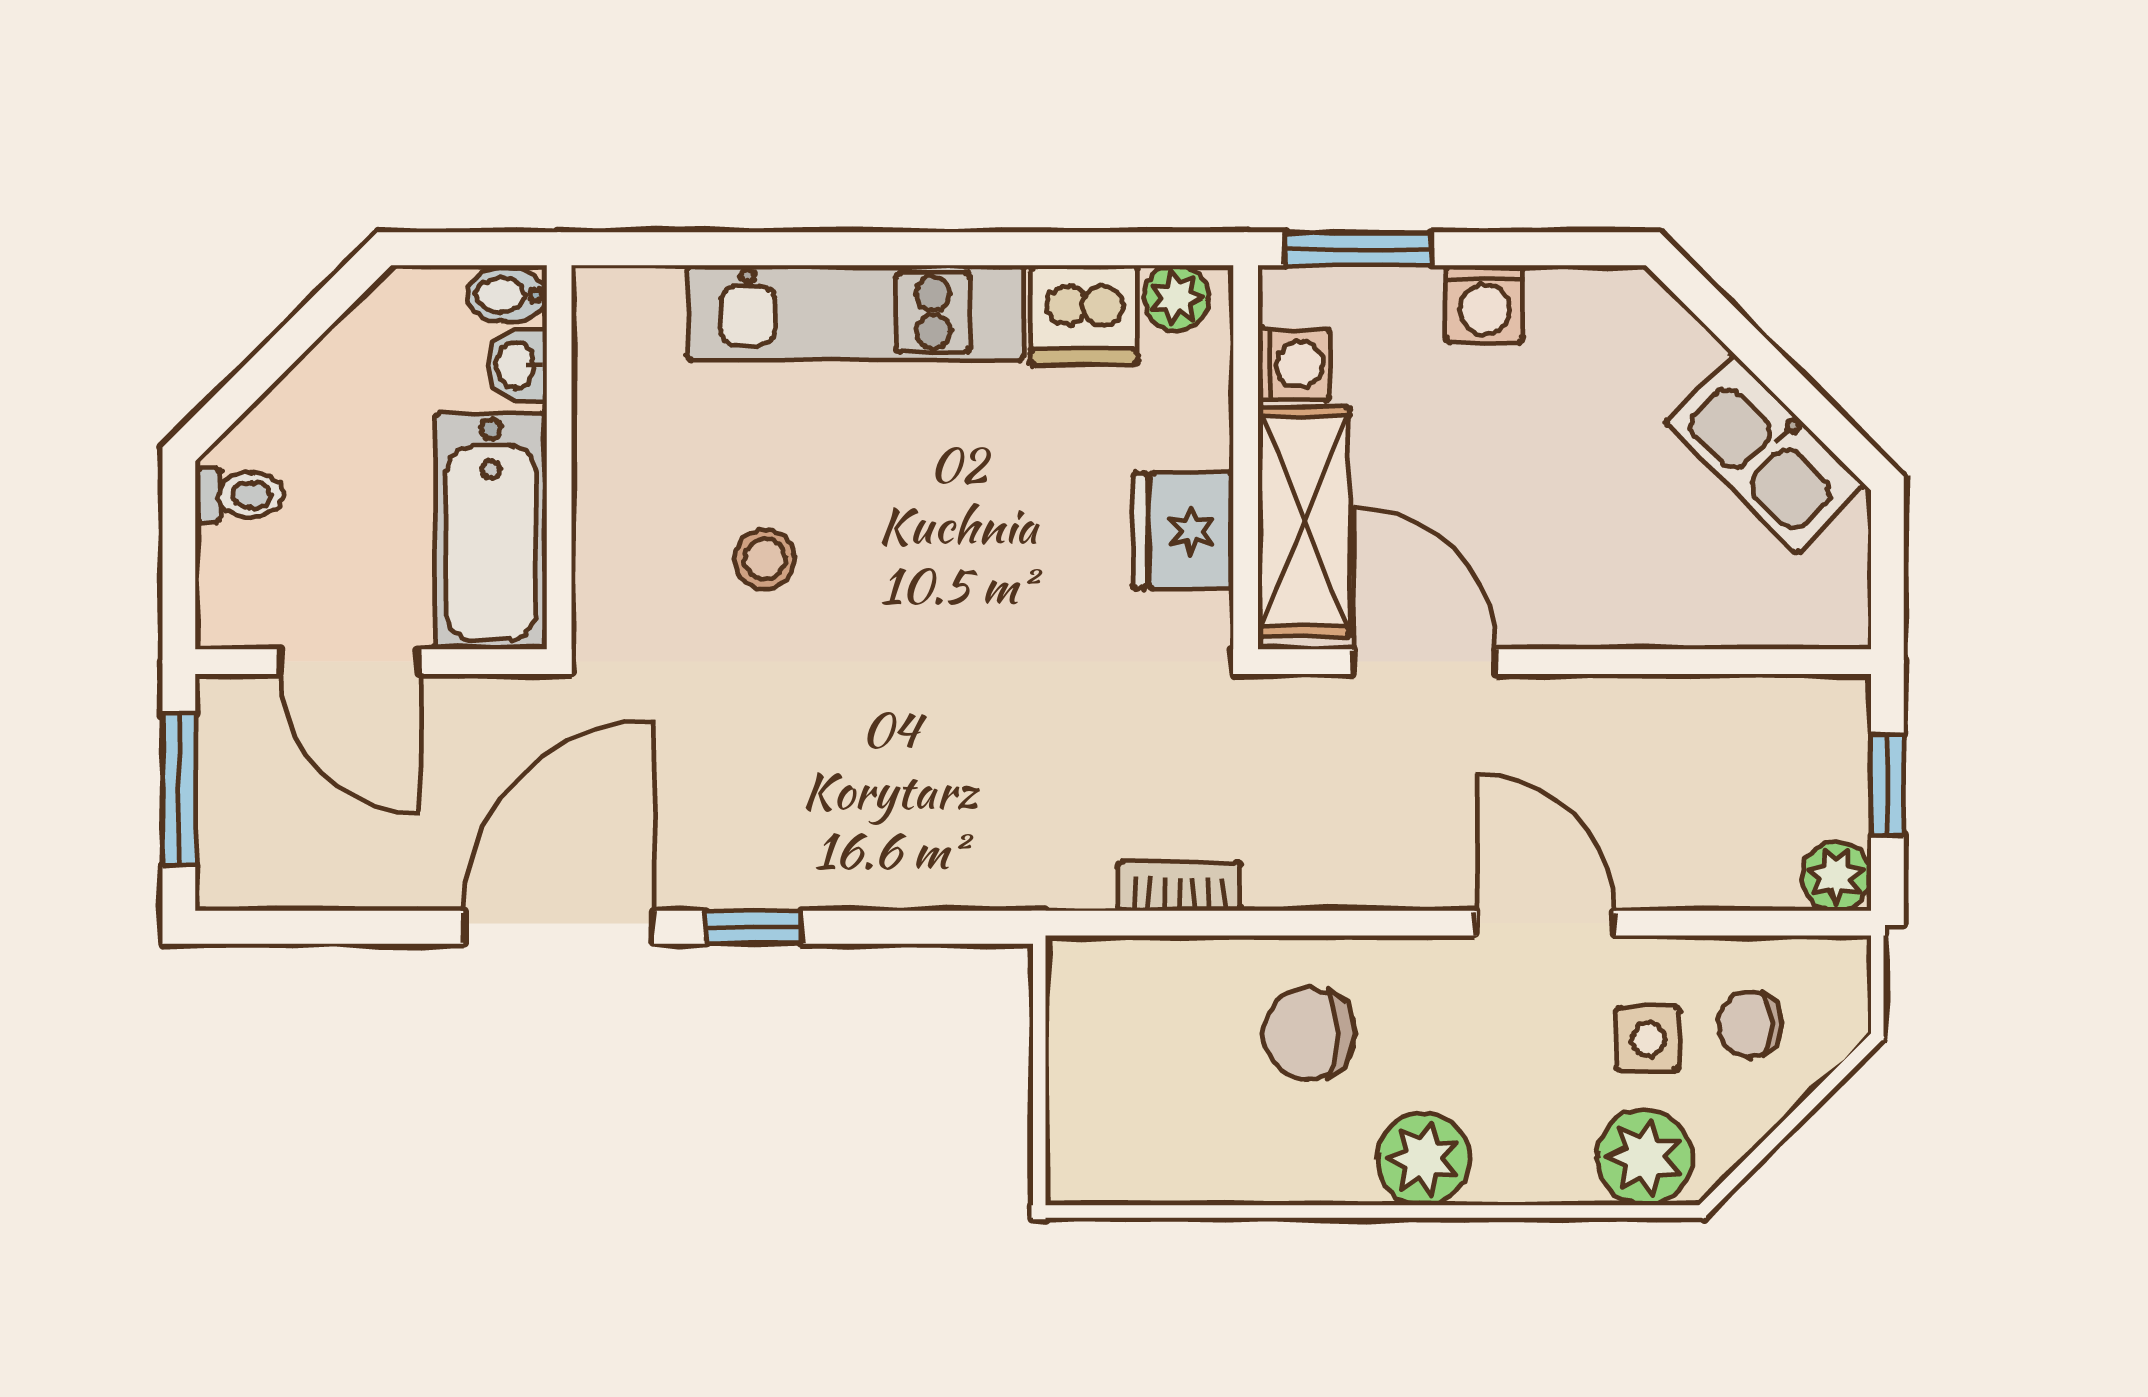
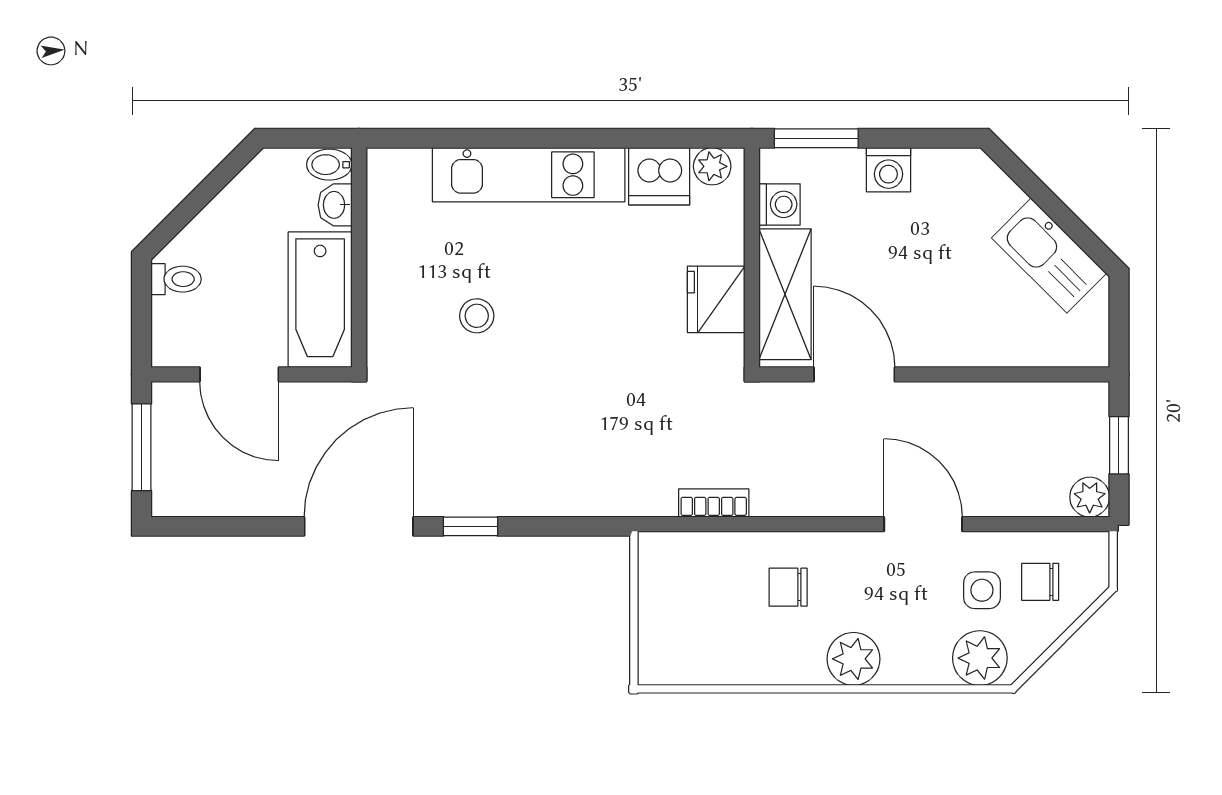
chair: (1309, 1034) -> (788, 587), width x0.73, depth x0.73

